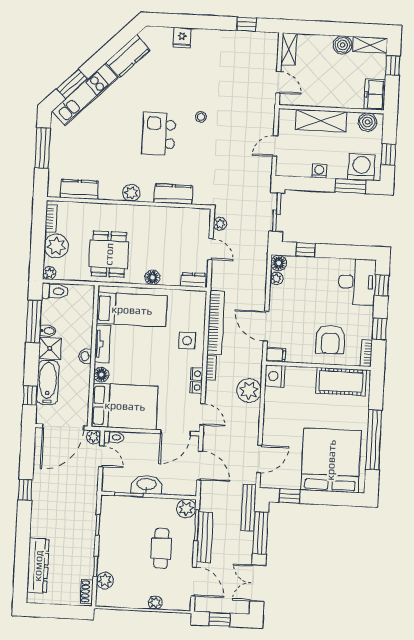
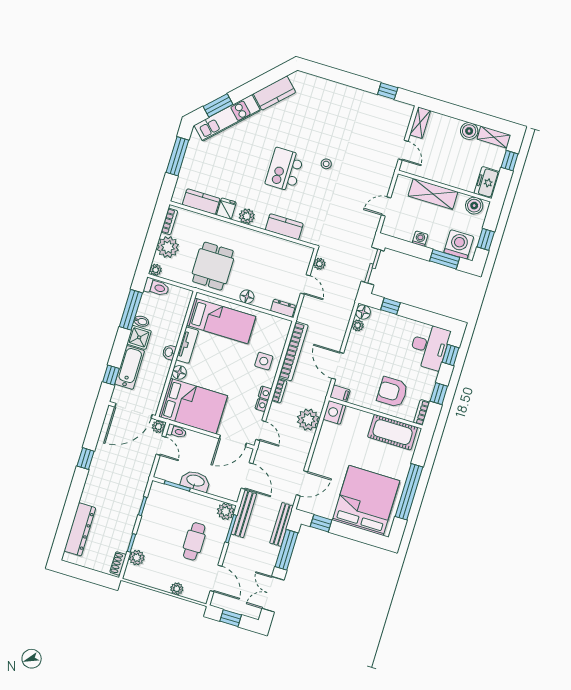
fridge: (182, 38) -> (226, 209), moved, turned 180
armchair: (330, 339) -> (392, 392), turned 90
bench: (205, 537) -> (244, 514), moved

